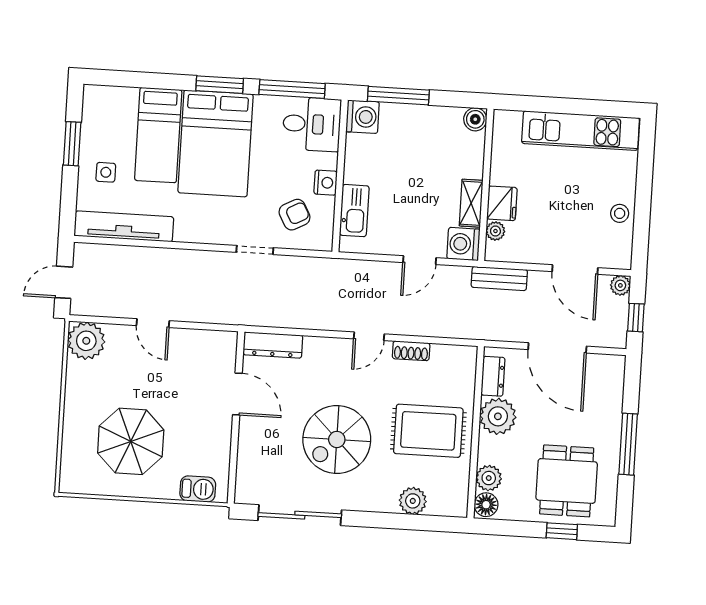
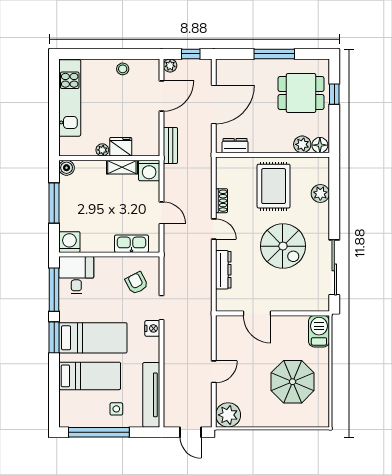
window: (398, 96) -> (54, 203), moved
bed: (216, 143) -> (93, 338), width x0.67
window: (72, 144) -> (99, 432), width x2.11
nightstand: (326, 183) -> (152, 328), moved, turned 90
plant: (495, 231) -> (102, 150), moved
door: (420, 260) -> (161, 213), moved
dresser: (273, 345) -> (223, 270), moved
door: (237, 394) -> (257, 313), swing flipped
plant: (498, 416) -> (261, 141), removed
barbecue: (198, 489) -> (319, 331), width x1.38, depth x1.27

